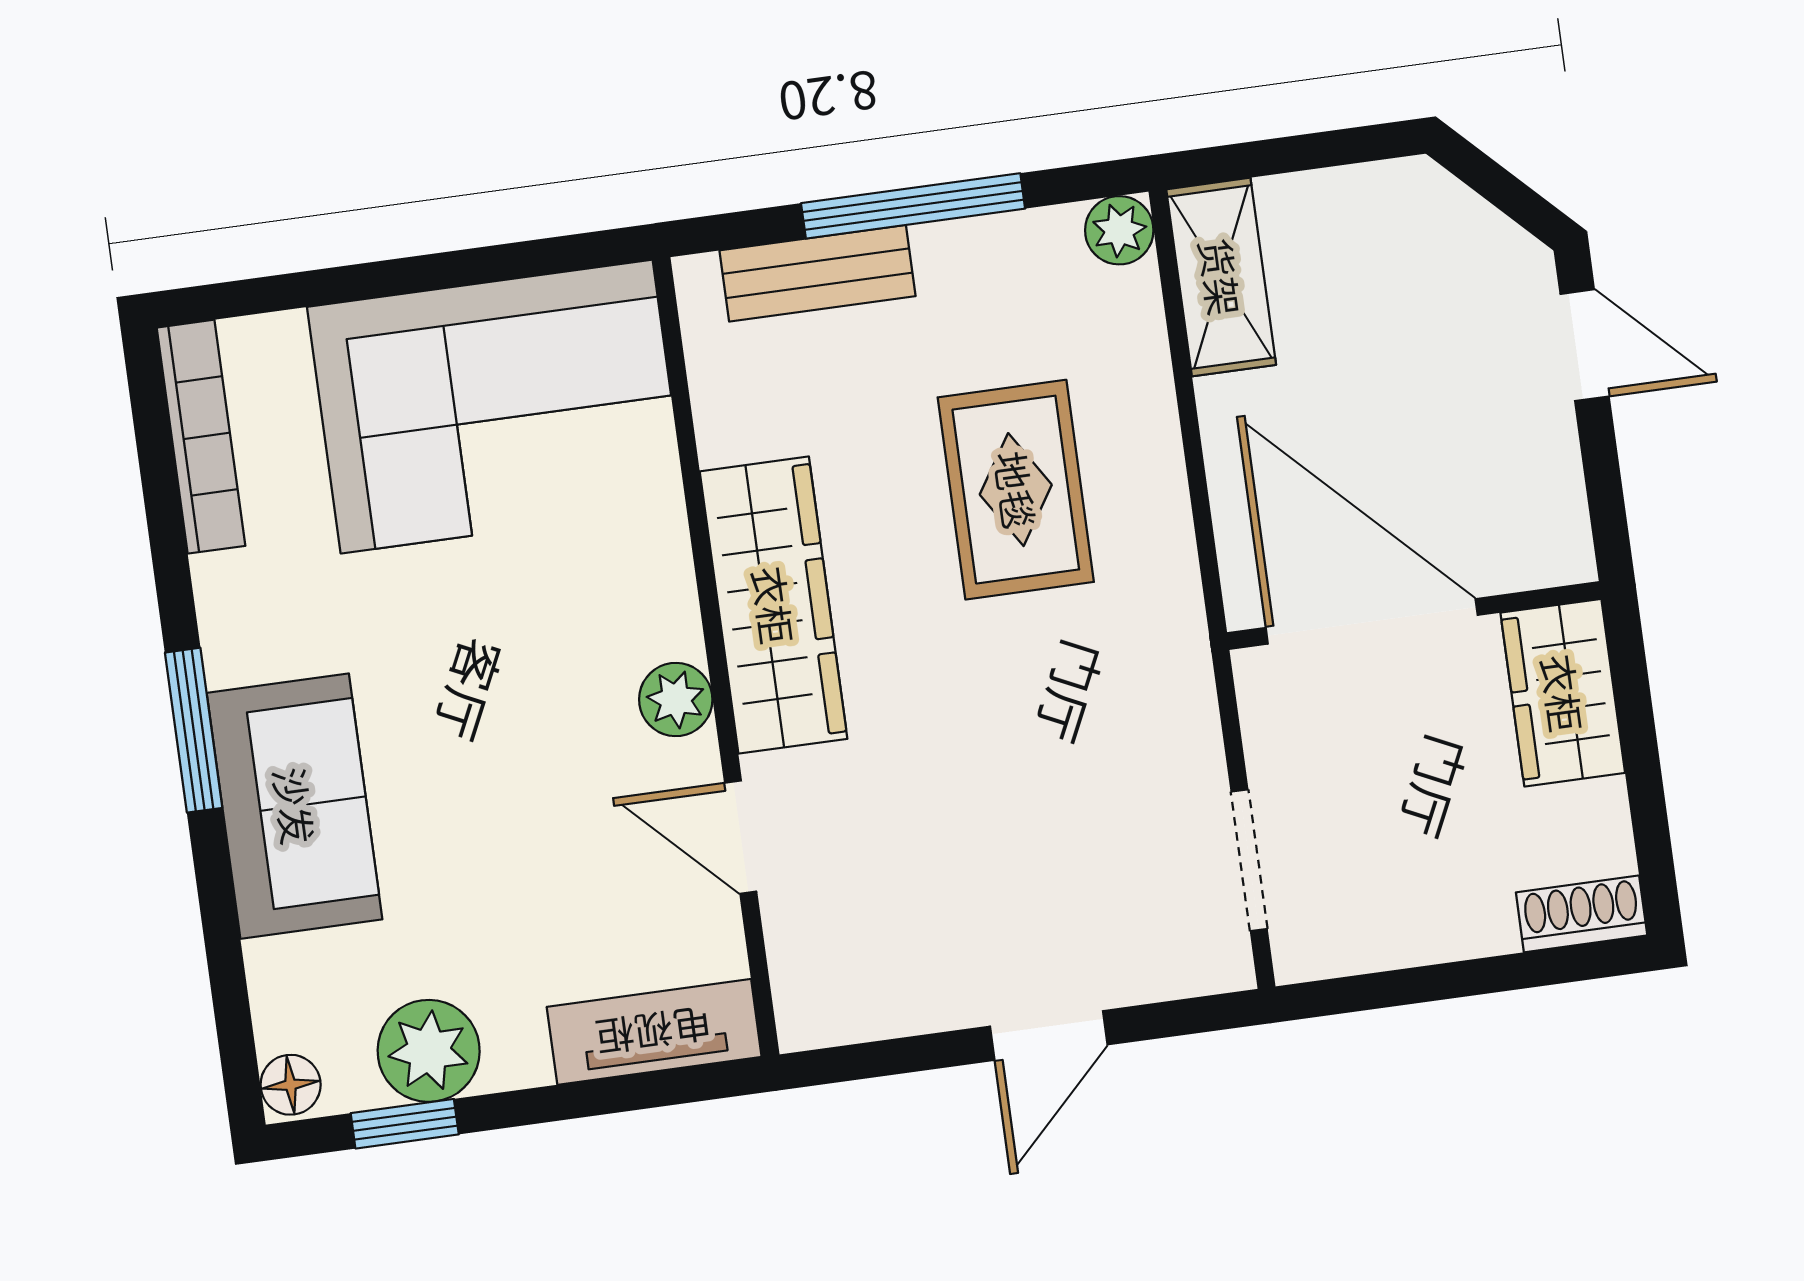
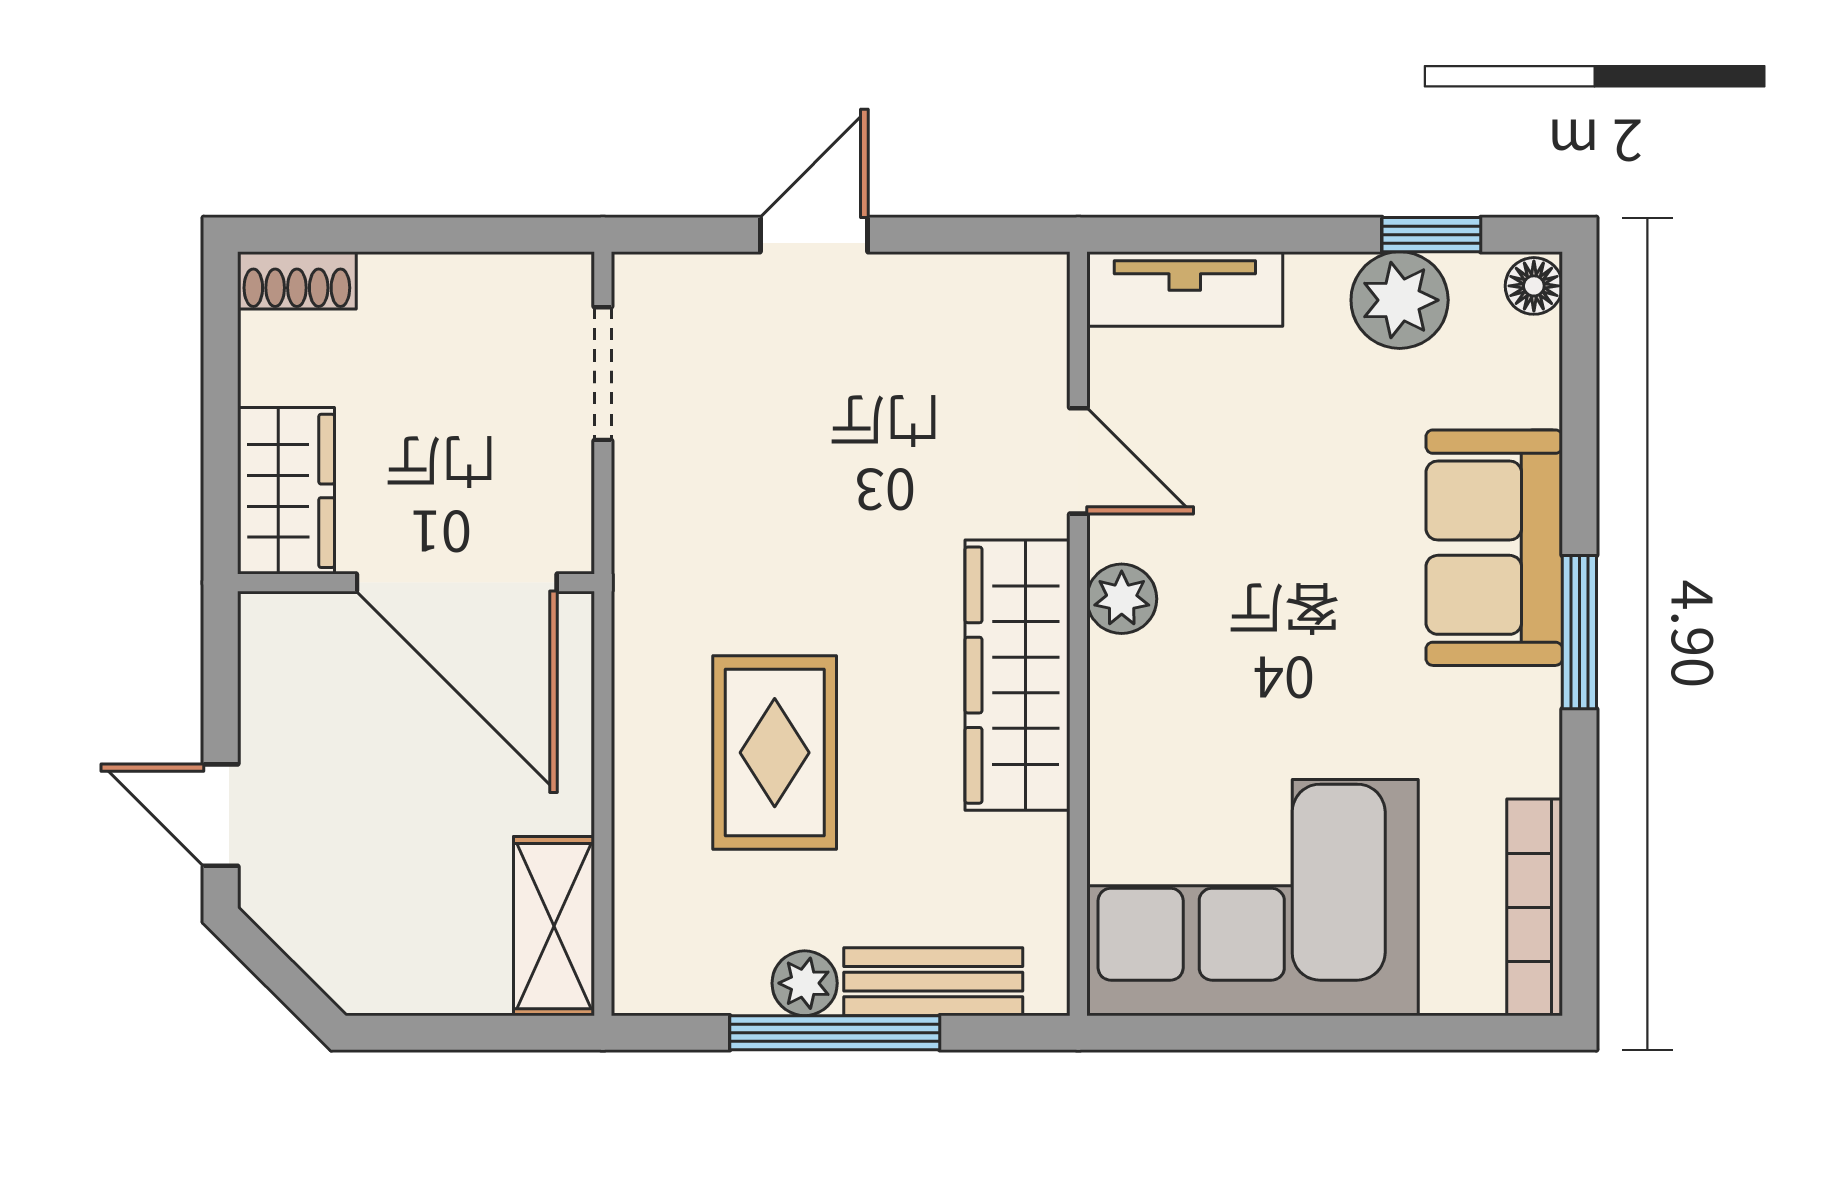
plant: (1119, 230) -> (805, 983), moved

